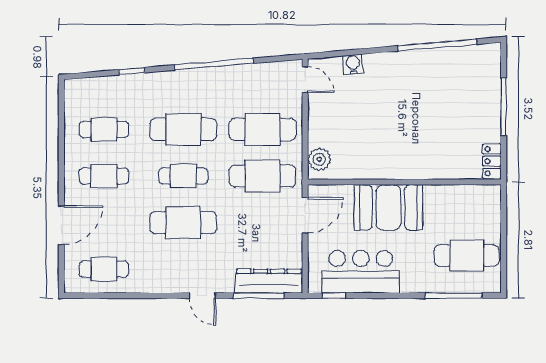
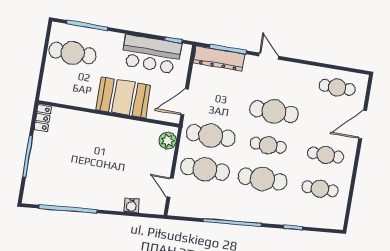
door: (305, 80) -> (170, 188), moved

